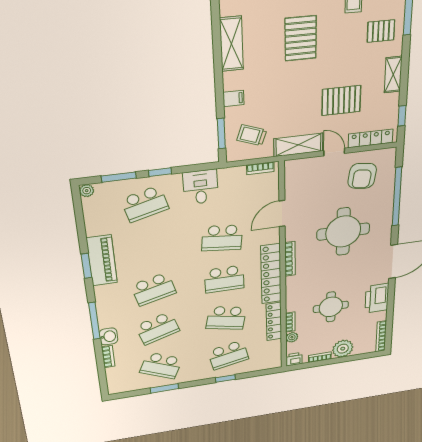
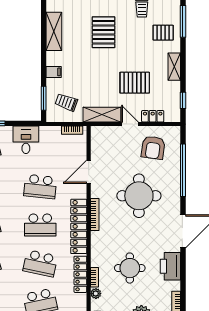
locker: (371, 138) -> (153, 116), width x0.66

